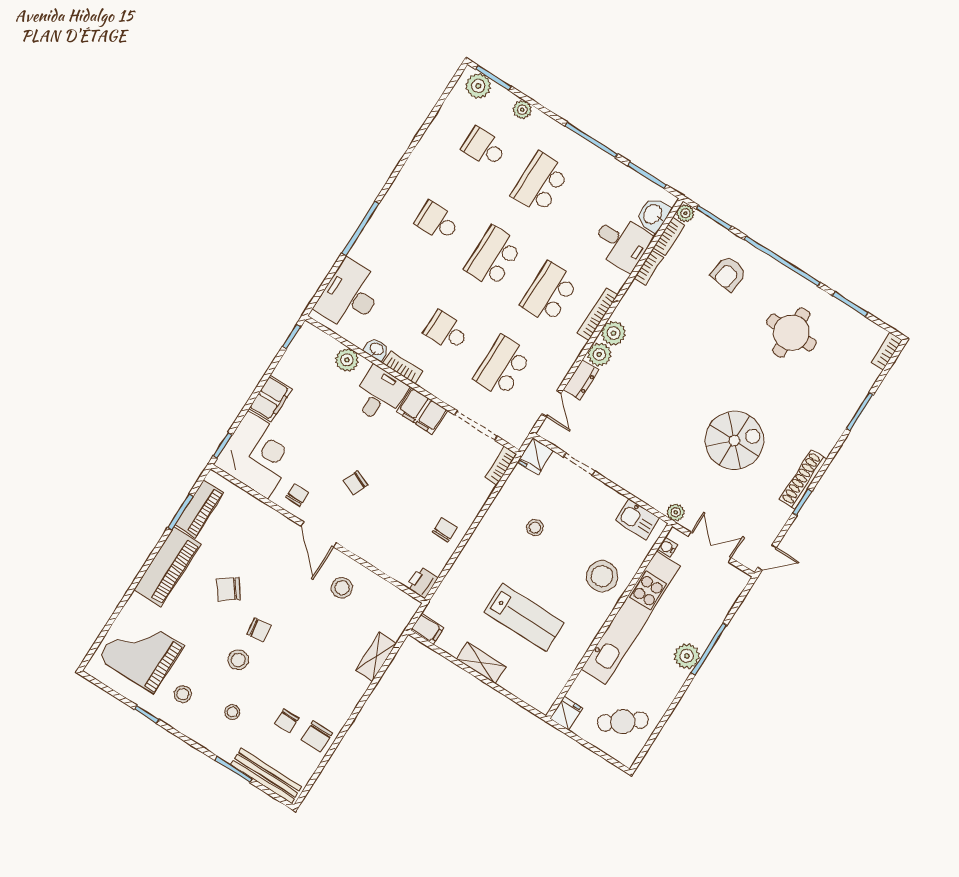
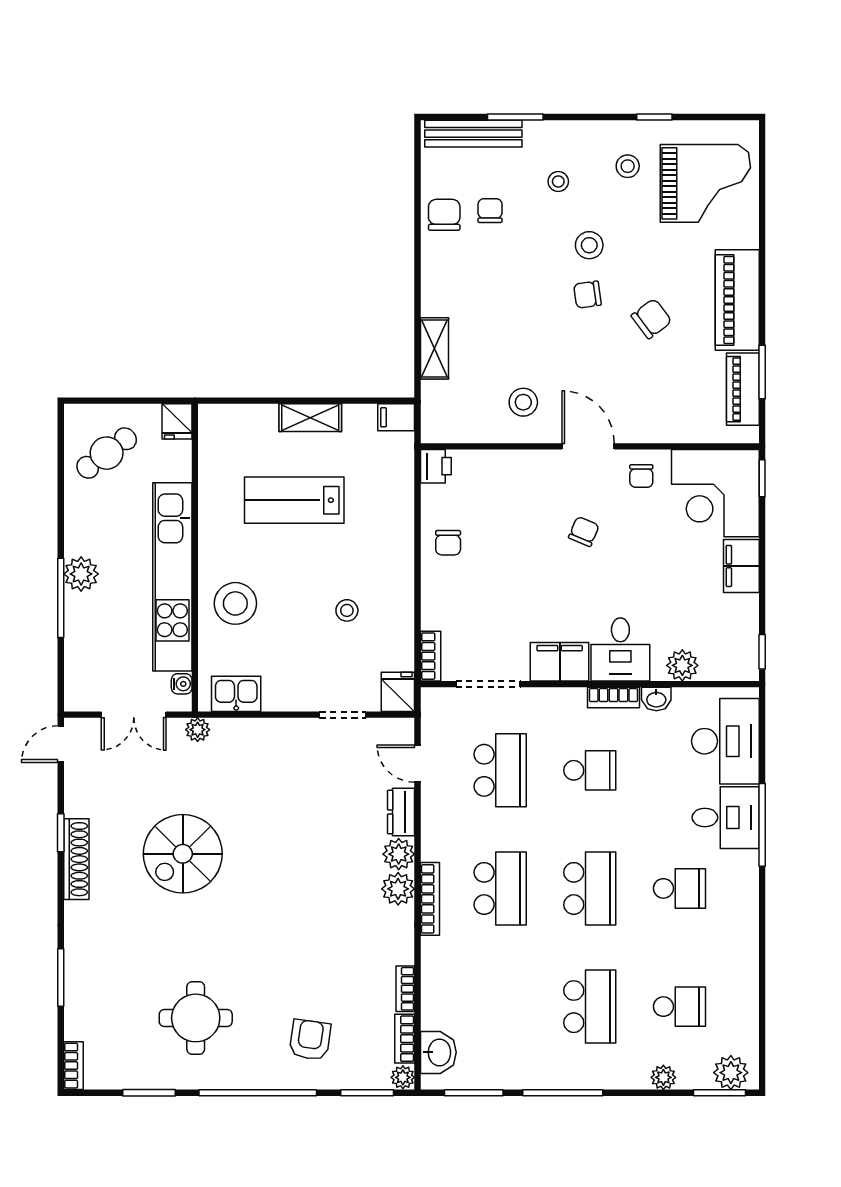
desk: (622, 242) -> (726, 818), moved, turned 180

